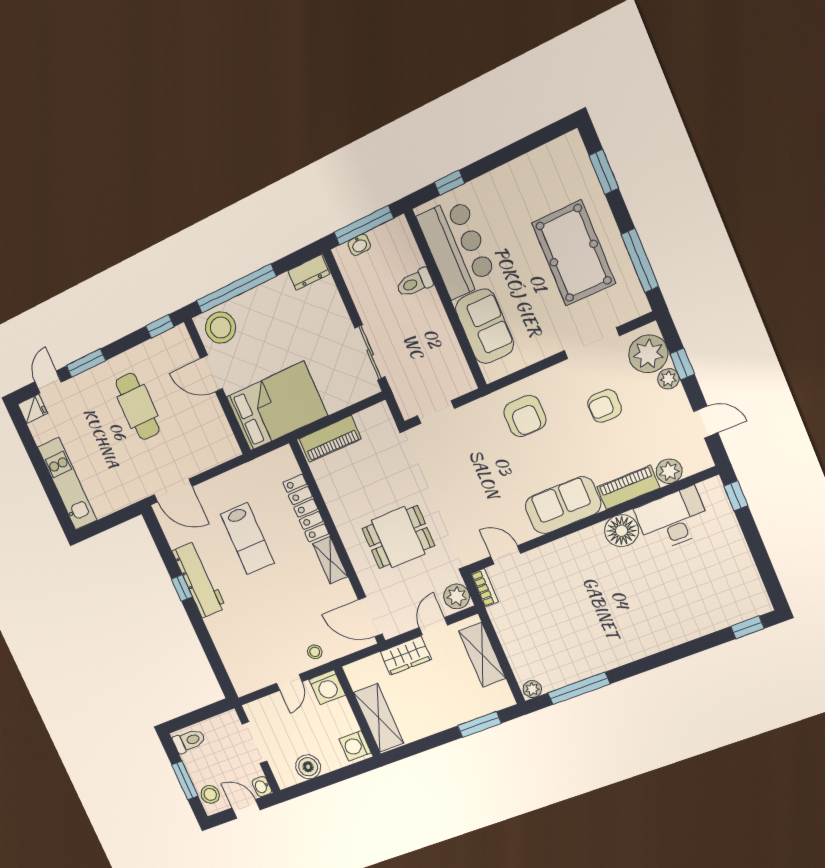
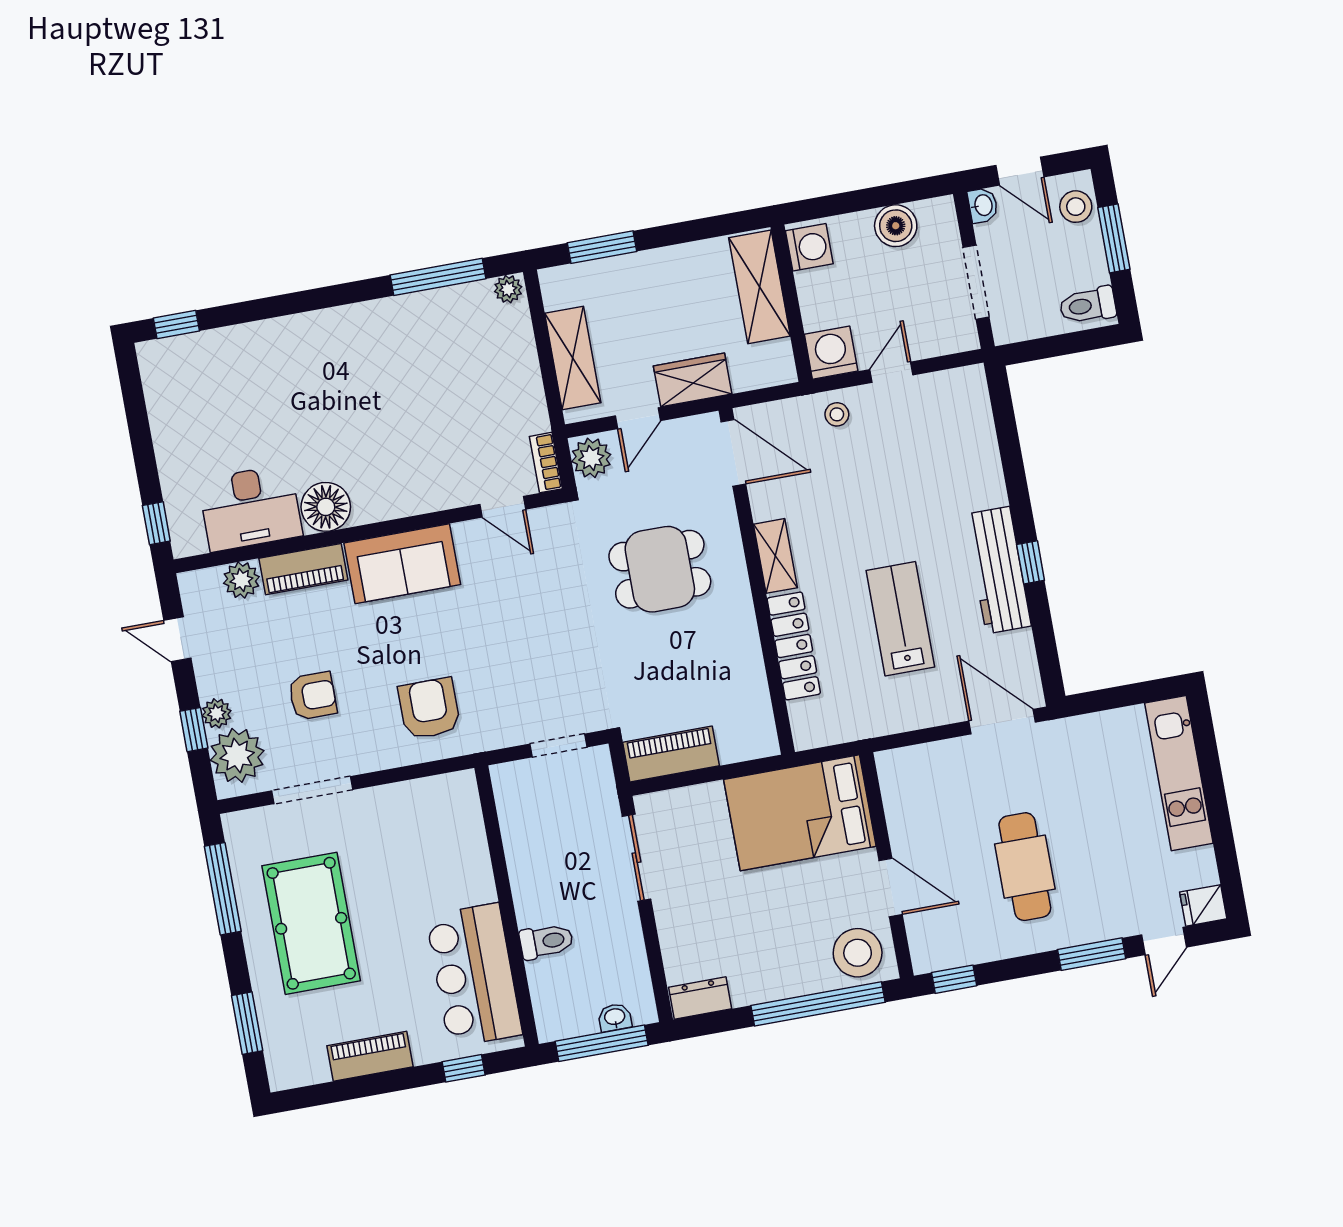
piano: (514, 173) -> (370, 1056), added
sofa: (485, 326) -> (459, 853), removed
piano: (330, 439) -> (671, 754), moved

